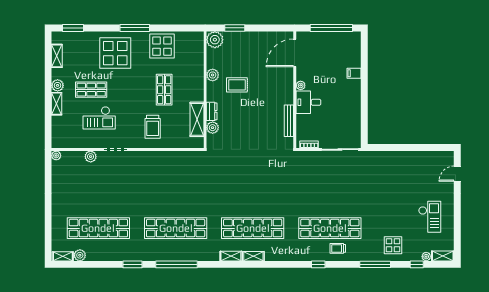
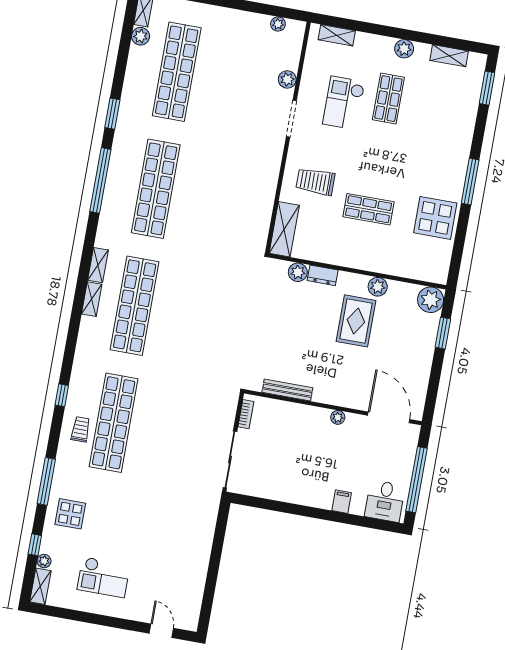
display table: (115, 53) -> (437, 145), removed
rug: (237, 85) -> (356, 321), width x1.36, depth x1.43
desk: (308, 102) -> (385, 501), moved, turned 180
shelving: (57, 104) -> (337, 35), moved
shelving: (197, 119) -> (284, 229), moved, turned 90
plant: (56, 156) -> (278, 24), moved

